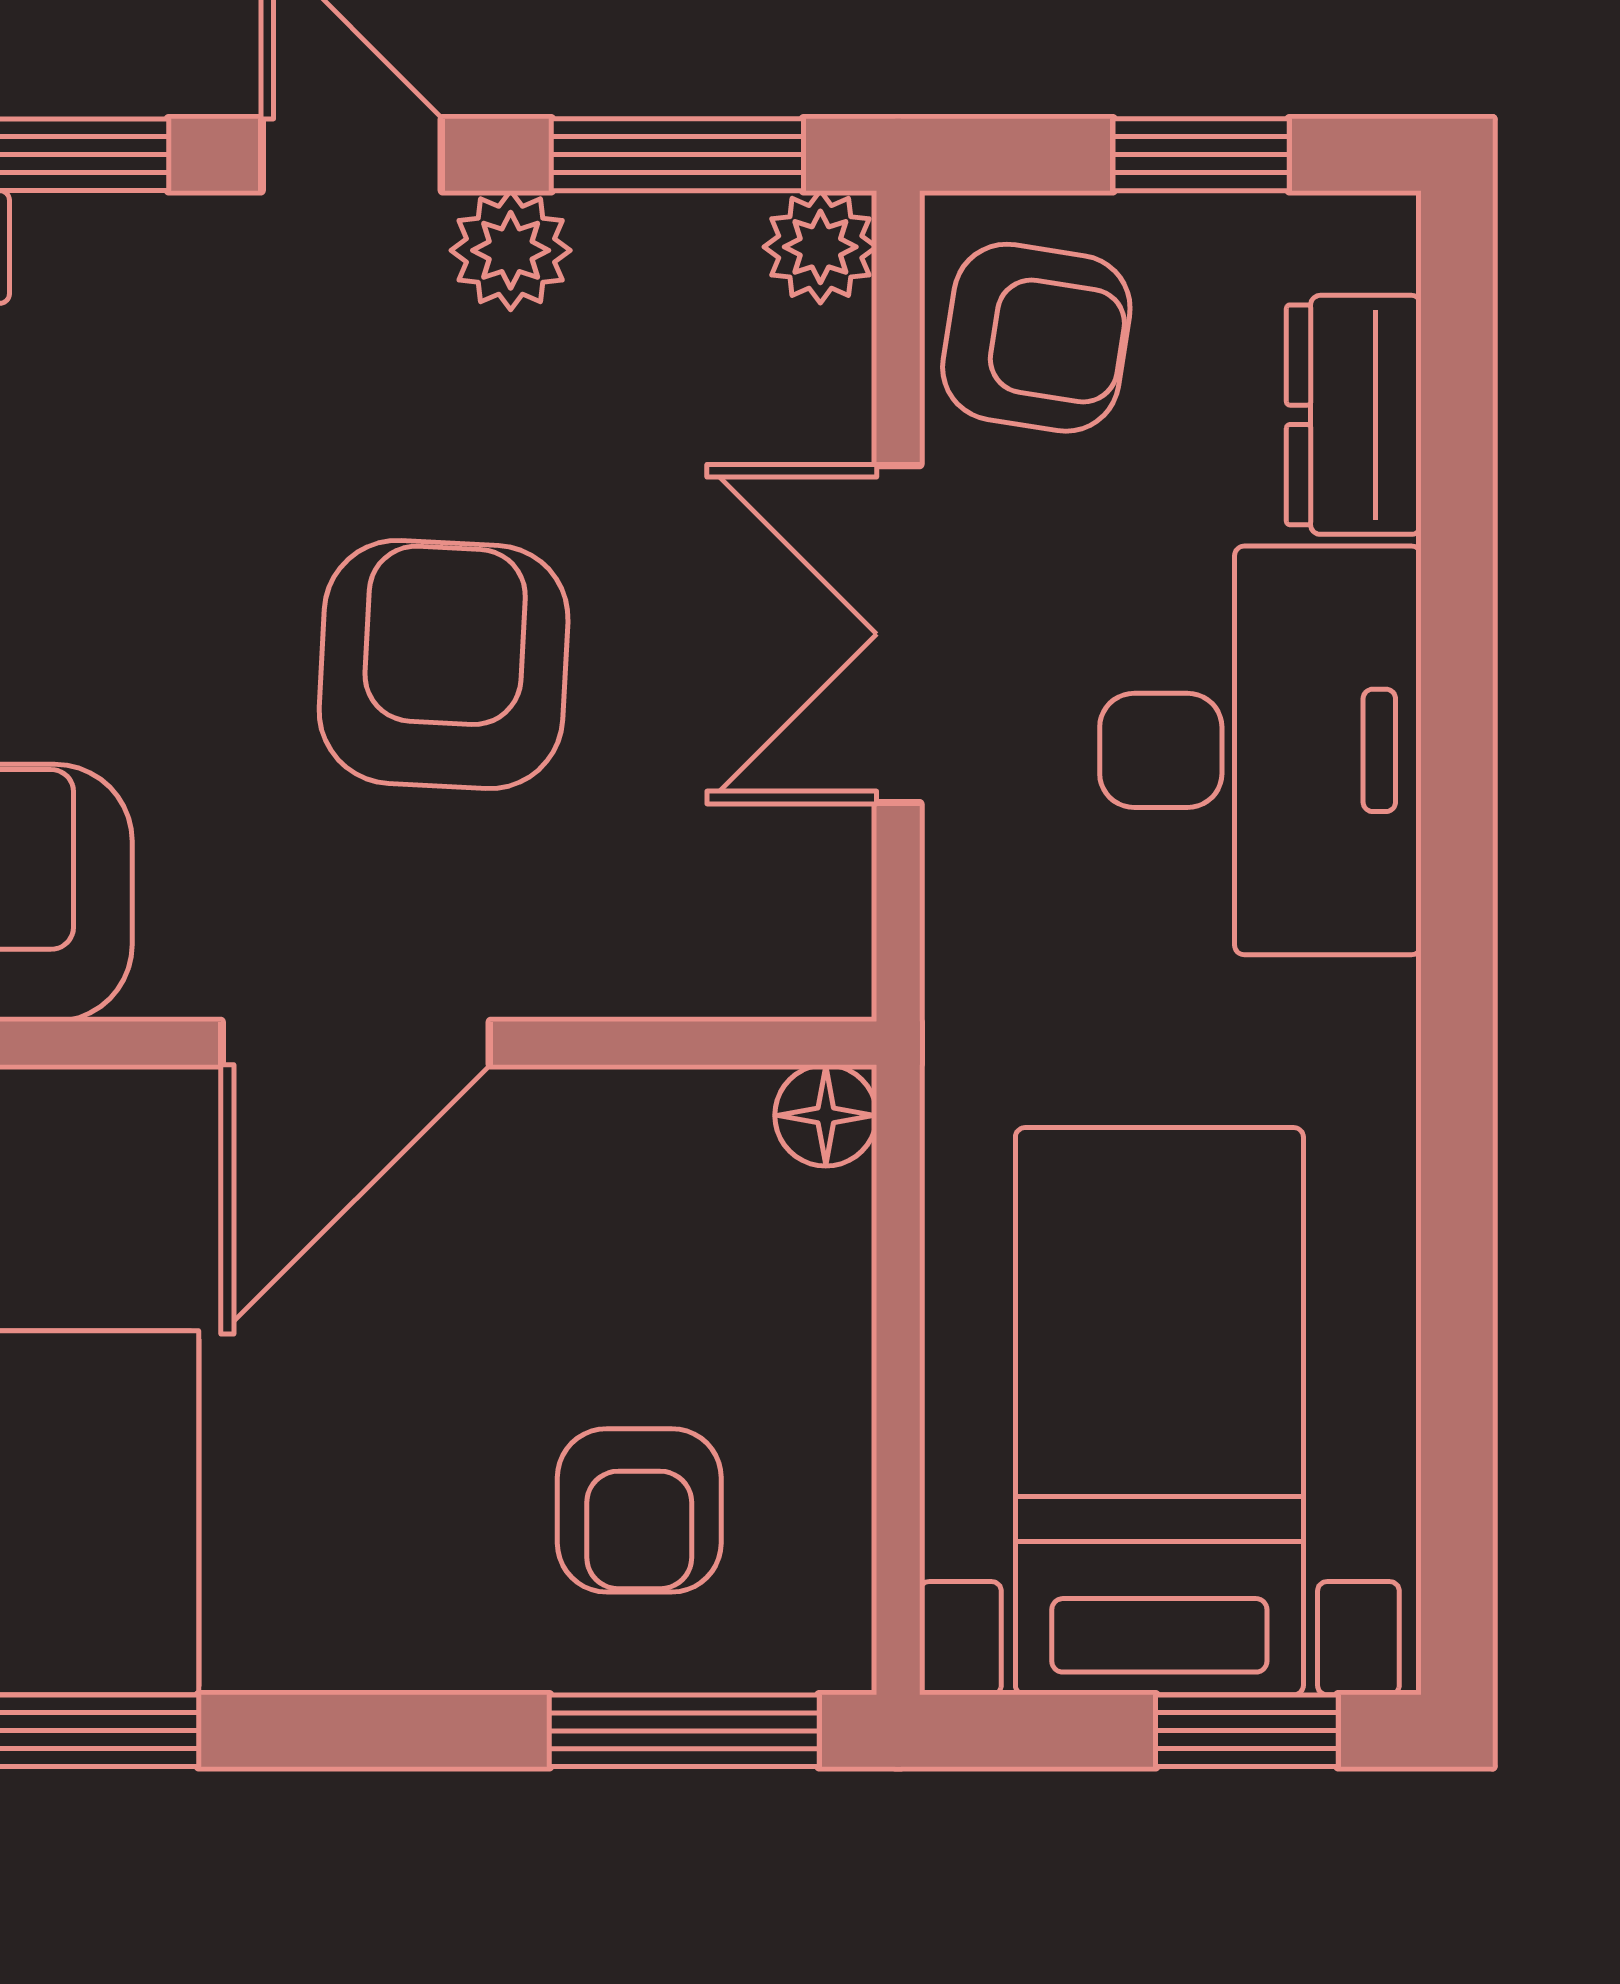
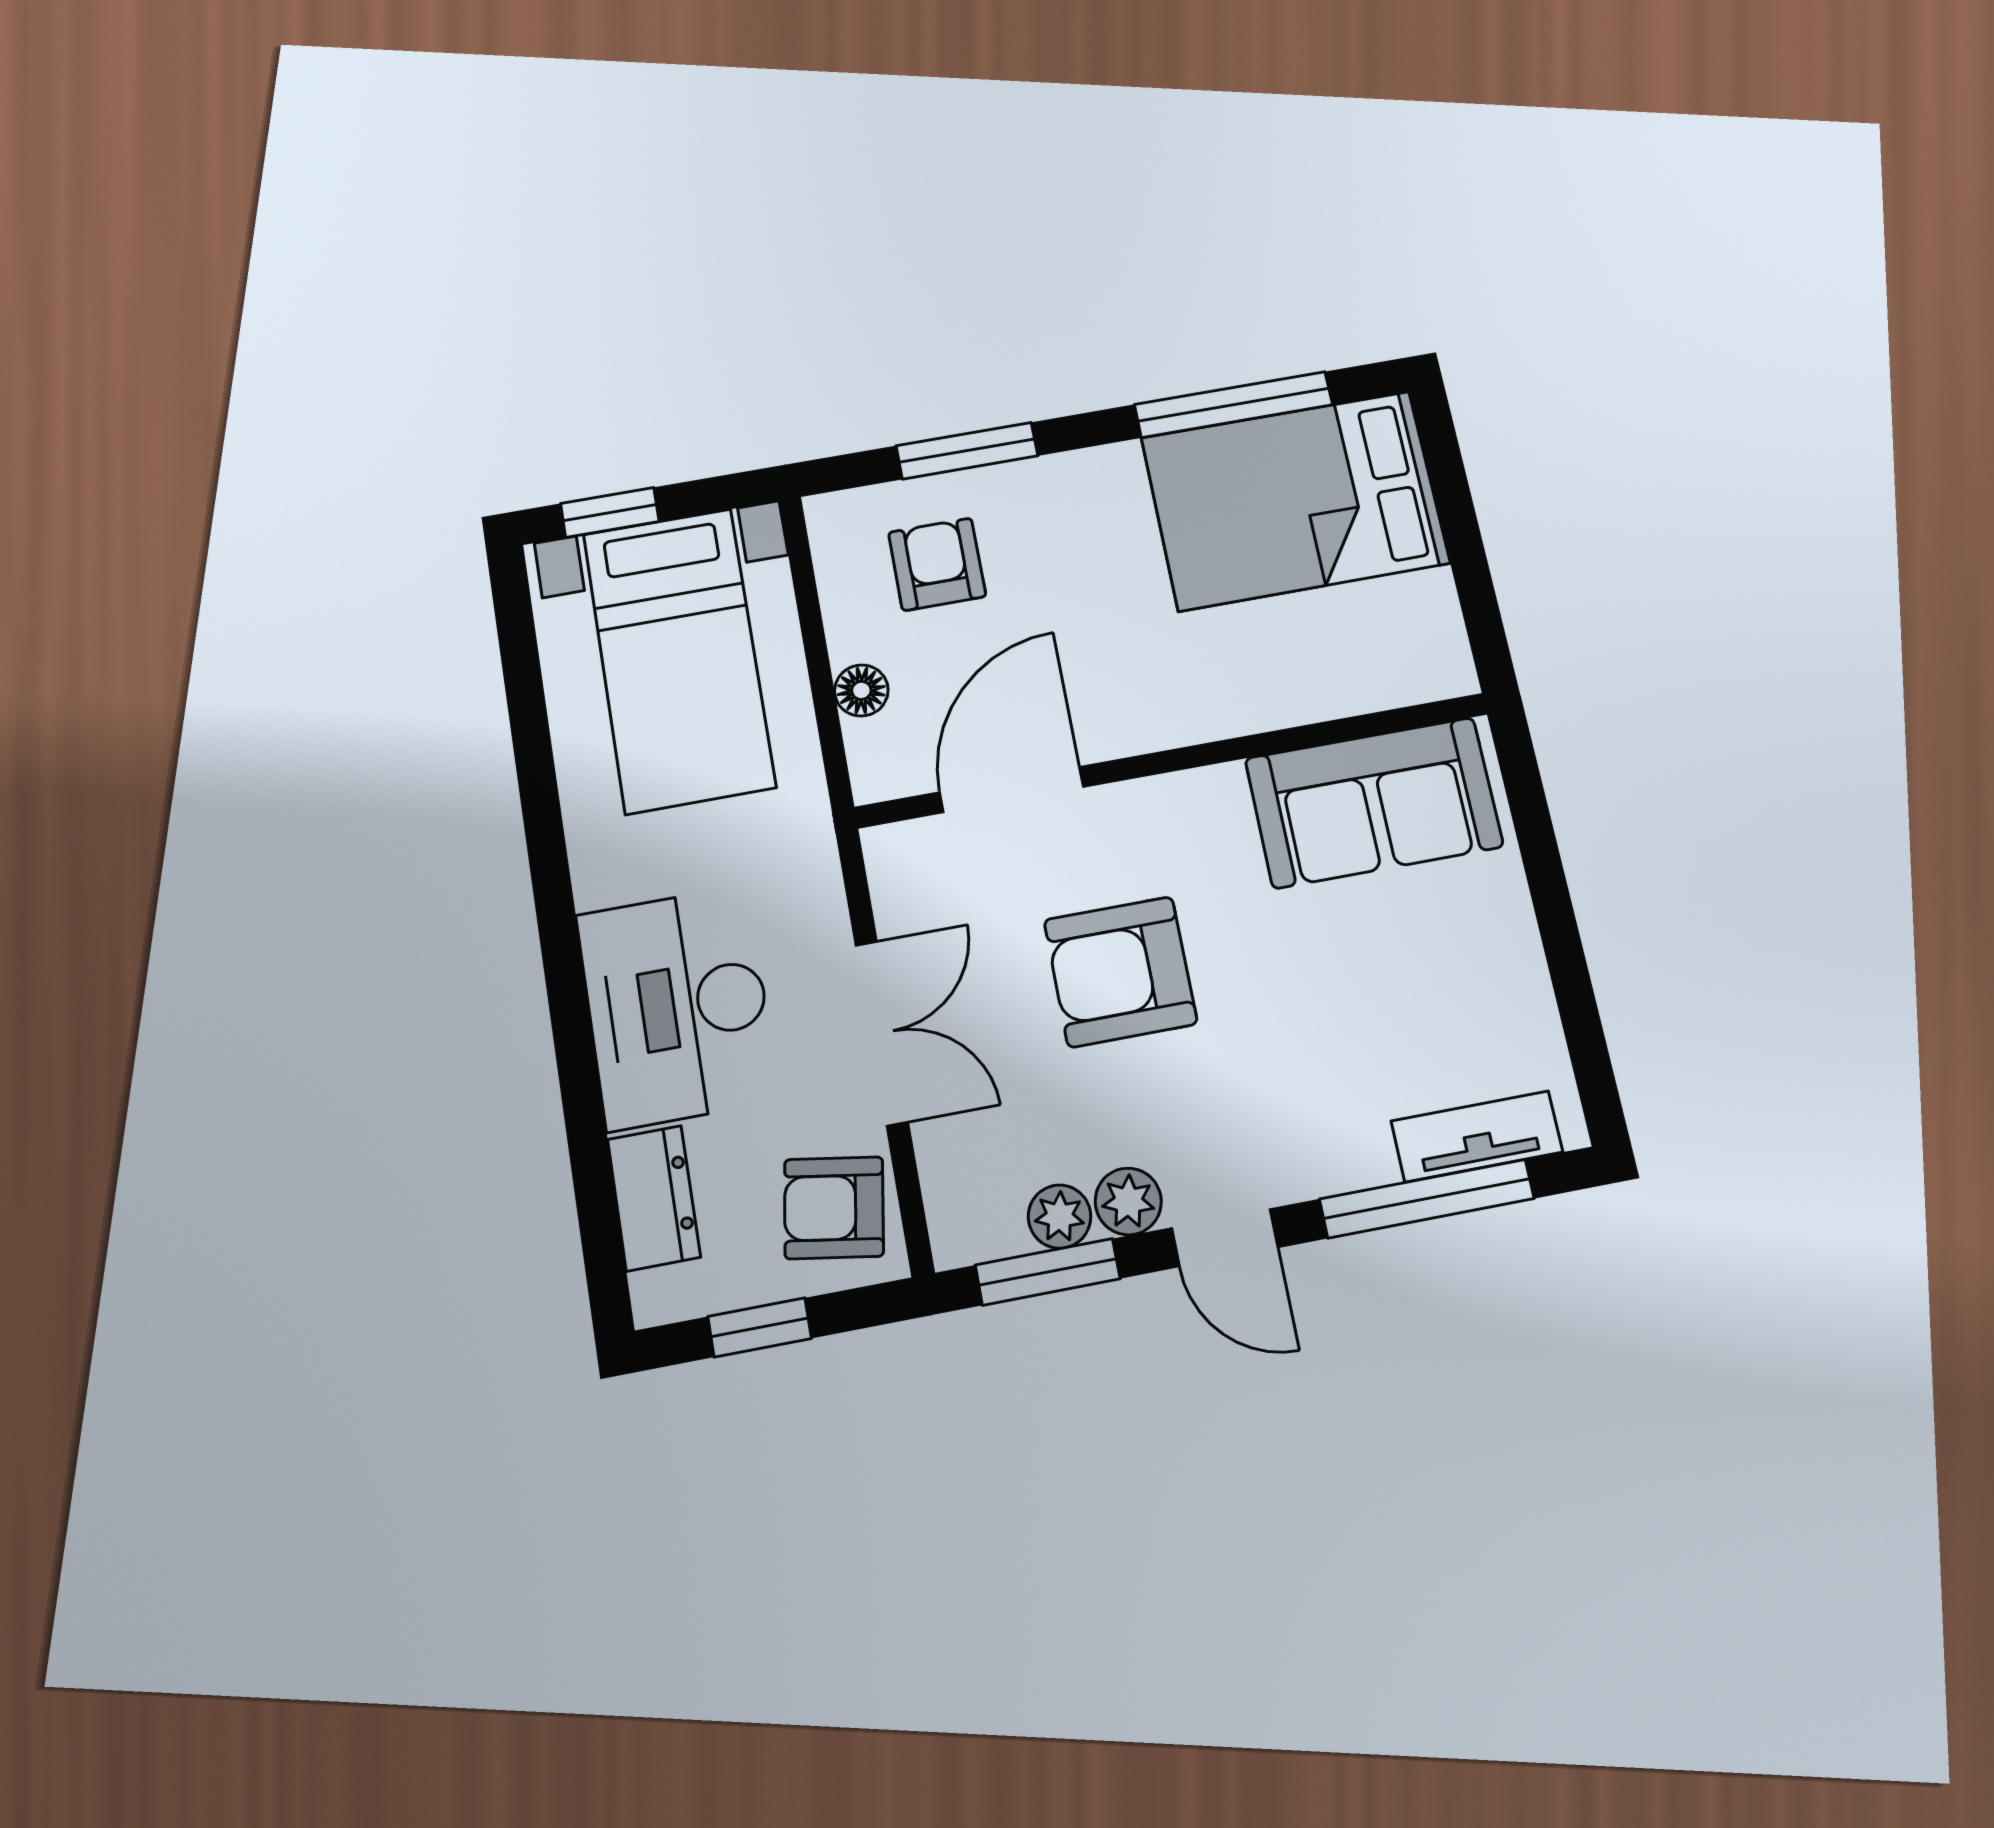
plant: (820, 247) -> (1060, 1217), moved
armchair: (444, 664) -> (1120, 972), turned 87
door: (356, 1043) -> (1012, 790), moved
floor lamp: (826, 1115) -> (861, 690), moved
window: (684, 1731) -> (967, 451), moved

